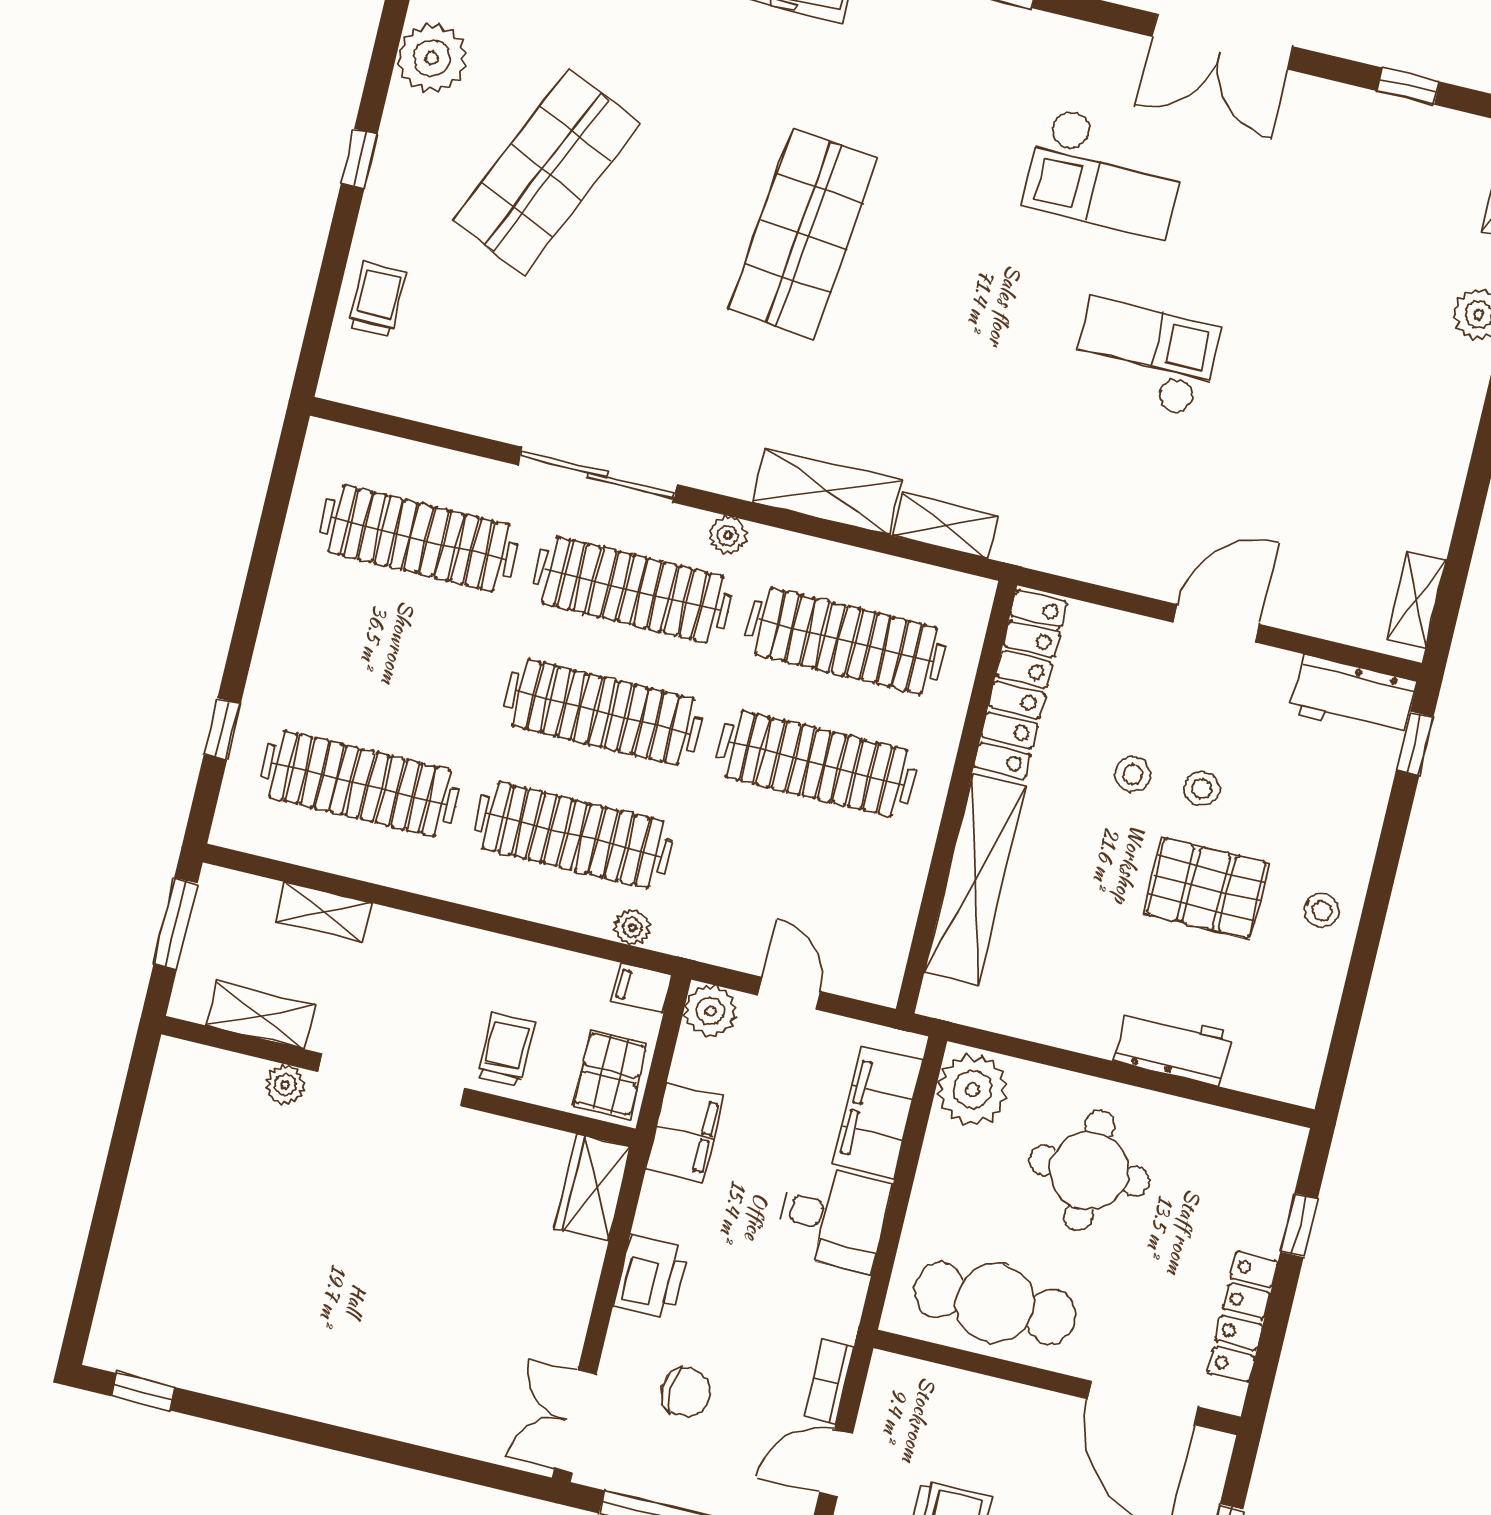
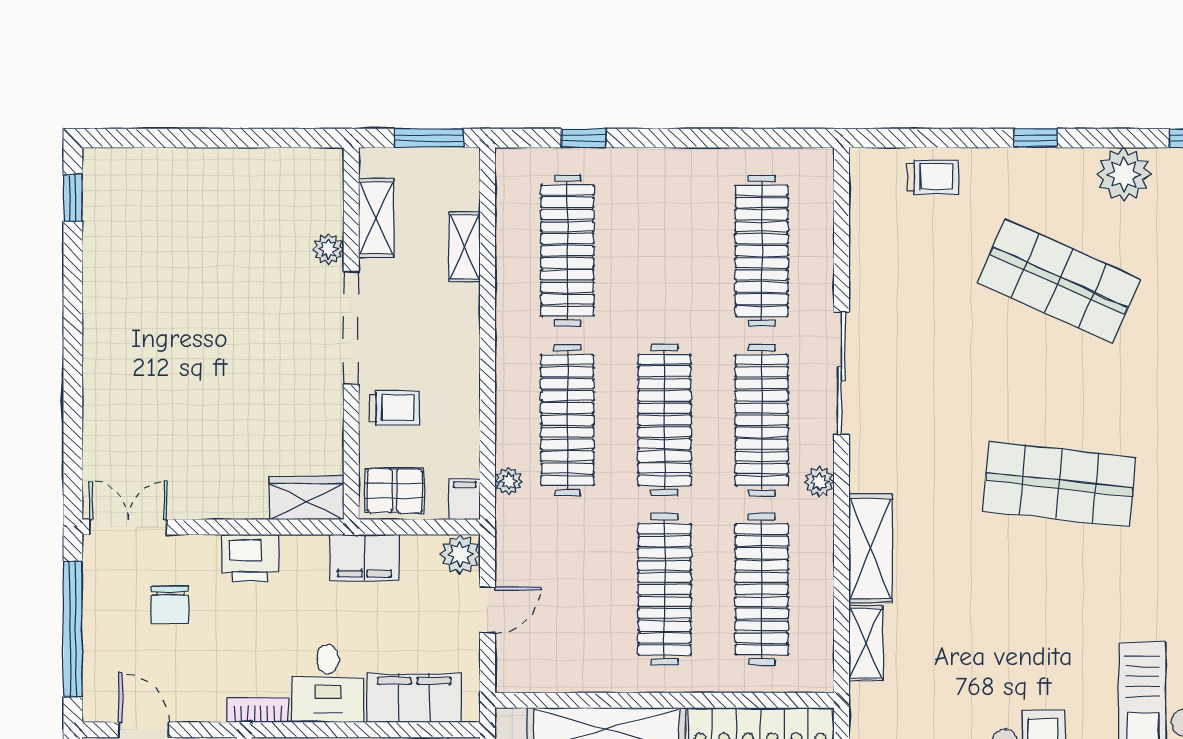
bookcase: (829, 1382) -> (258, 710), moved

